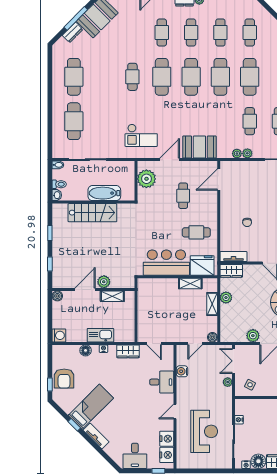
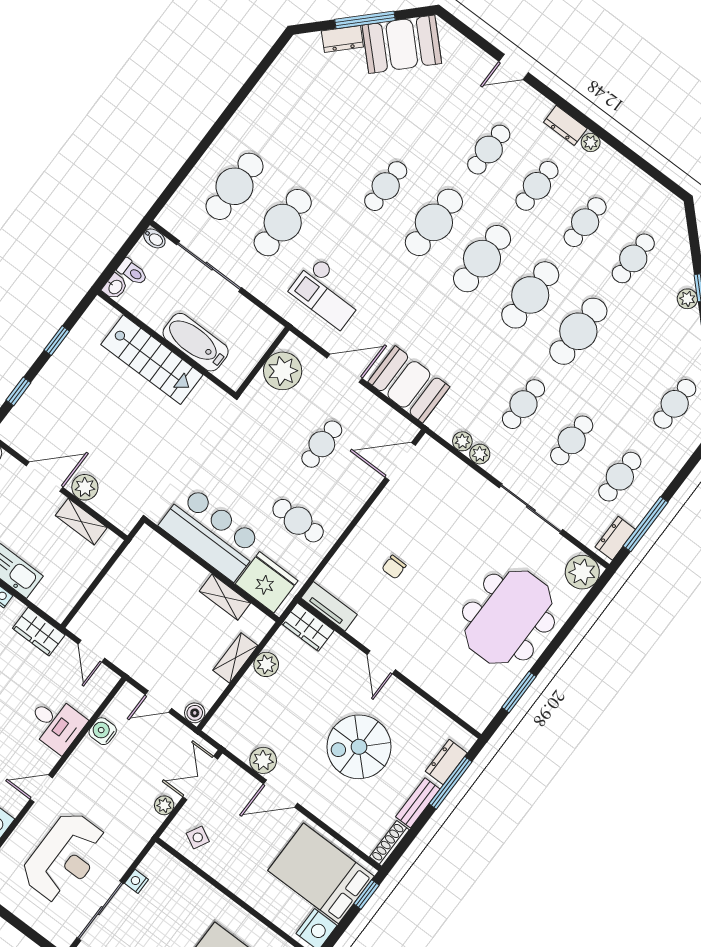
cafe table: (74, 77) -> (283, 223), moved

